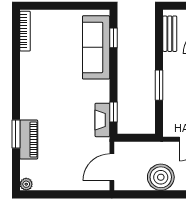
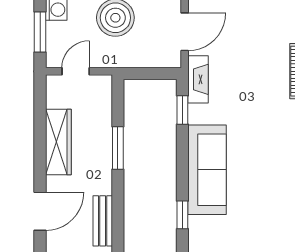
sofa: (96, 47) -> (207, 170), moved
fireplace: (102, 120) -> (198, 79), moved

